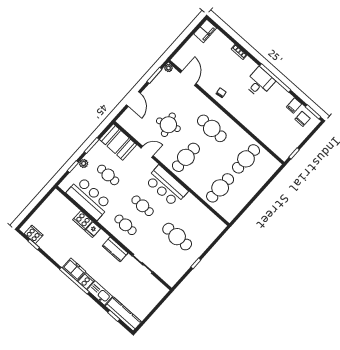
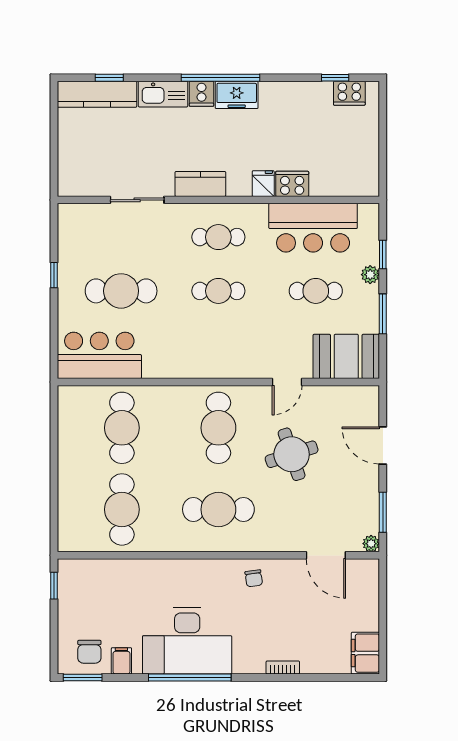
desk: (260, 82) -> (187, 641), width x1.87, depth x1.30
bar counter: (166, 186) -> (99, 355), moved

